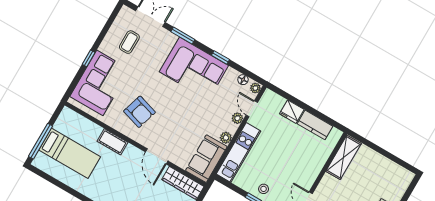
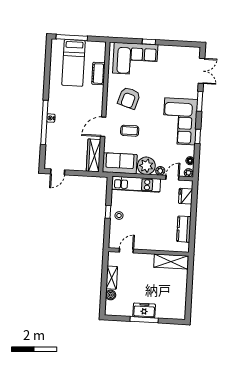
coffee table: (129, 42) -> (130, 131), moved
fridge: (292, 112) -> (186, 196), moved
plant: (226, 138) -> (146, 166), width x1.88, depth x1.88
cot: (113, 142) -> (98, 74), moved

